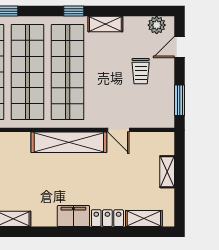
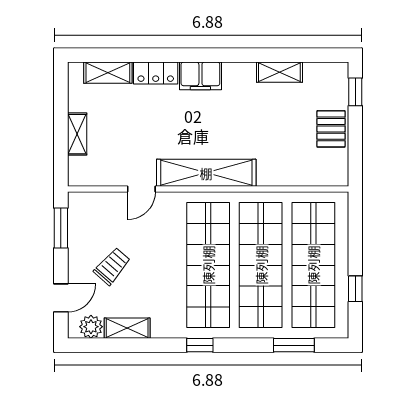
shelving: (105, 24) -> (127, 328), moved
trolley: (141, 71) -> (112, 266), turned 41
door: (118, 130) -> (141, 189), swing flipped

